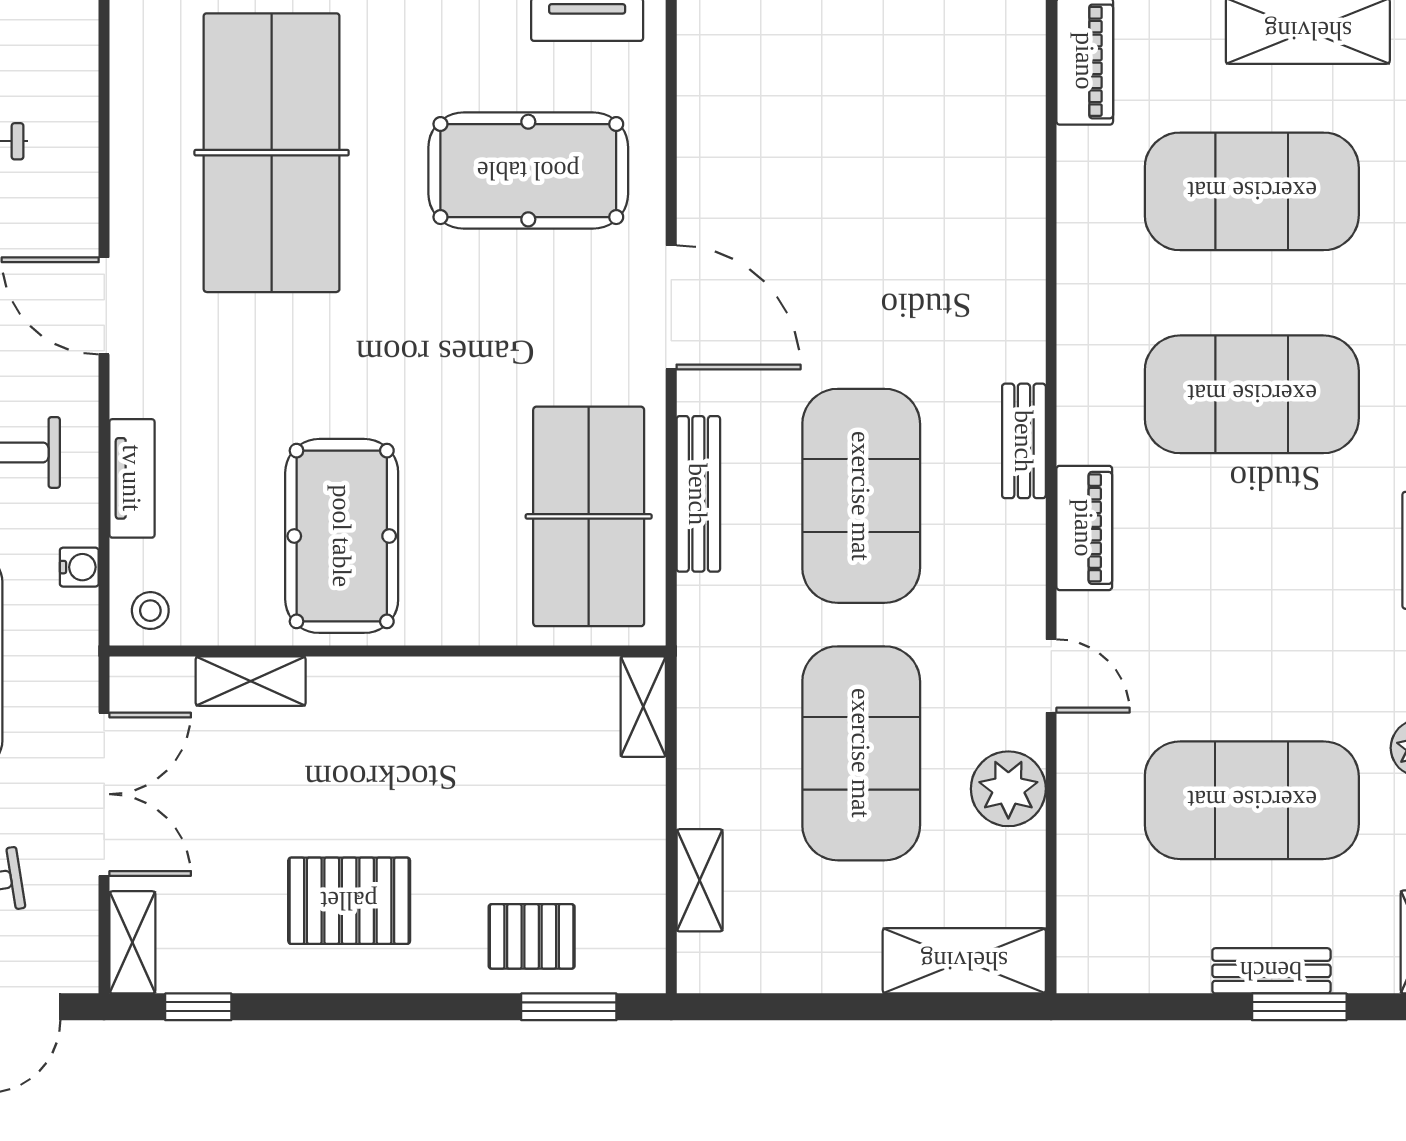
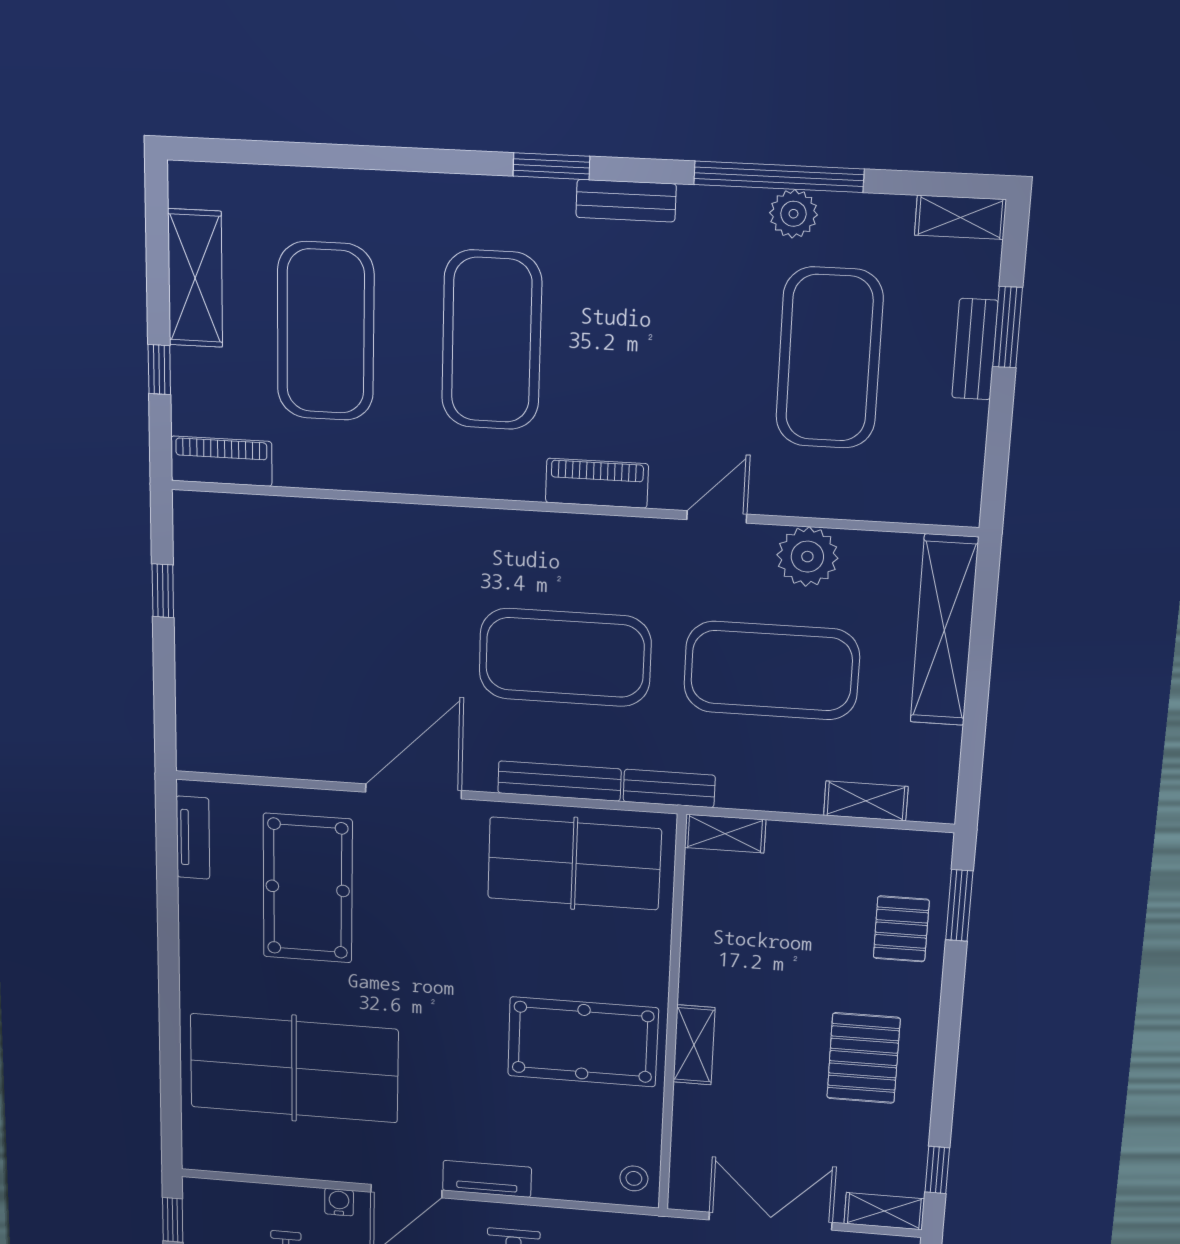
bench: (1024, 441) -> (669, 788), moved
tv unit: (132, 478) -> (487, 1179), moved
water cooler: (79, 567) -> (339, 1202), moved
shelving: (251, 681) -> (694, 1045), moved
shelving: (964, 961) -> (944, 630), width x1.47

